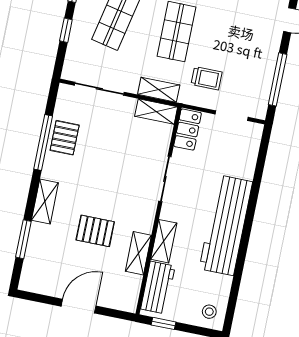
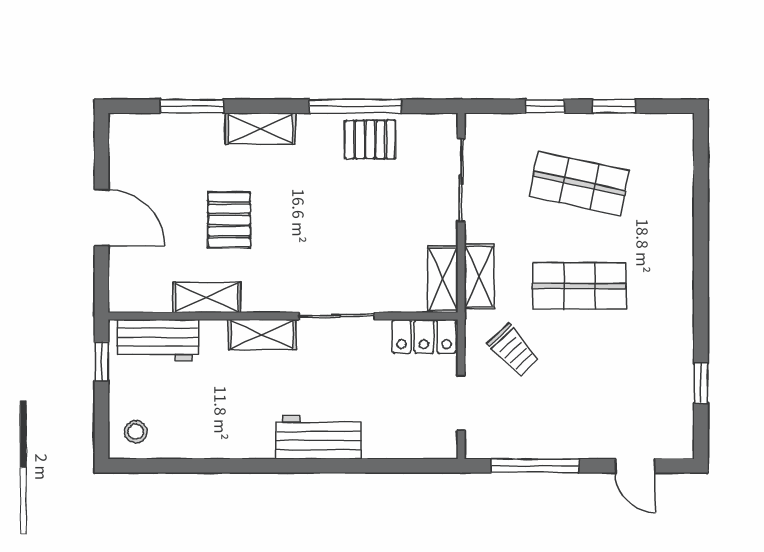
trolley: (207, 78) -> (514, 350), turned -43
workbench: (226, 225) -> (319, 437), width x0.53, depth x0.76
shelving: (164, 241) -> (262, 335), moved

